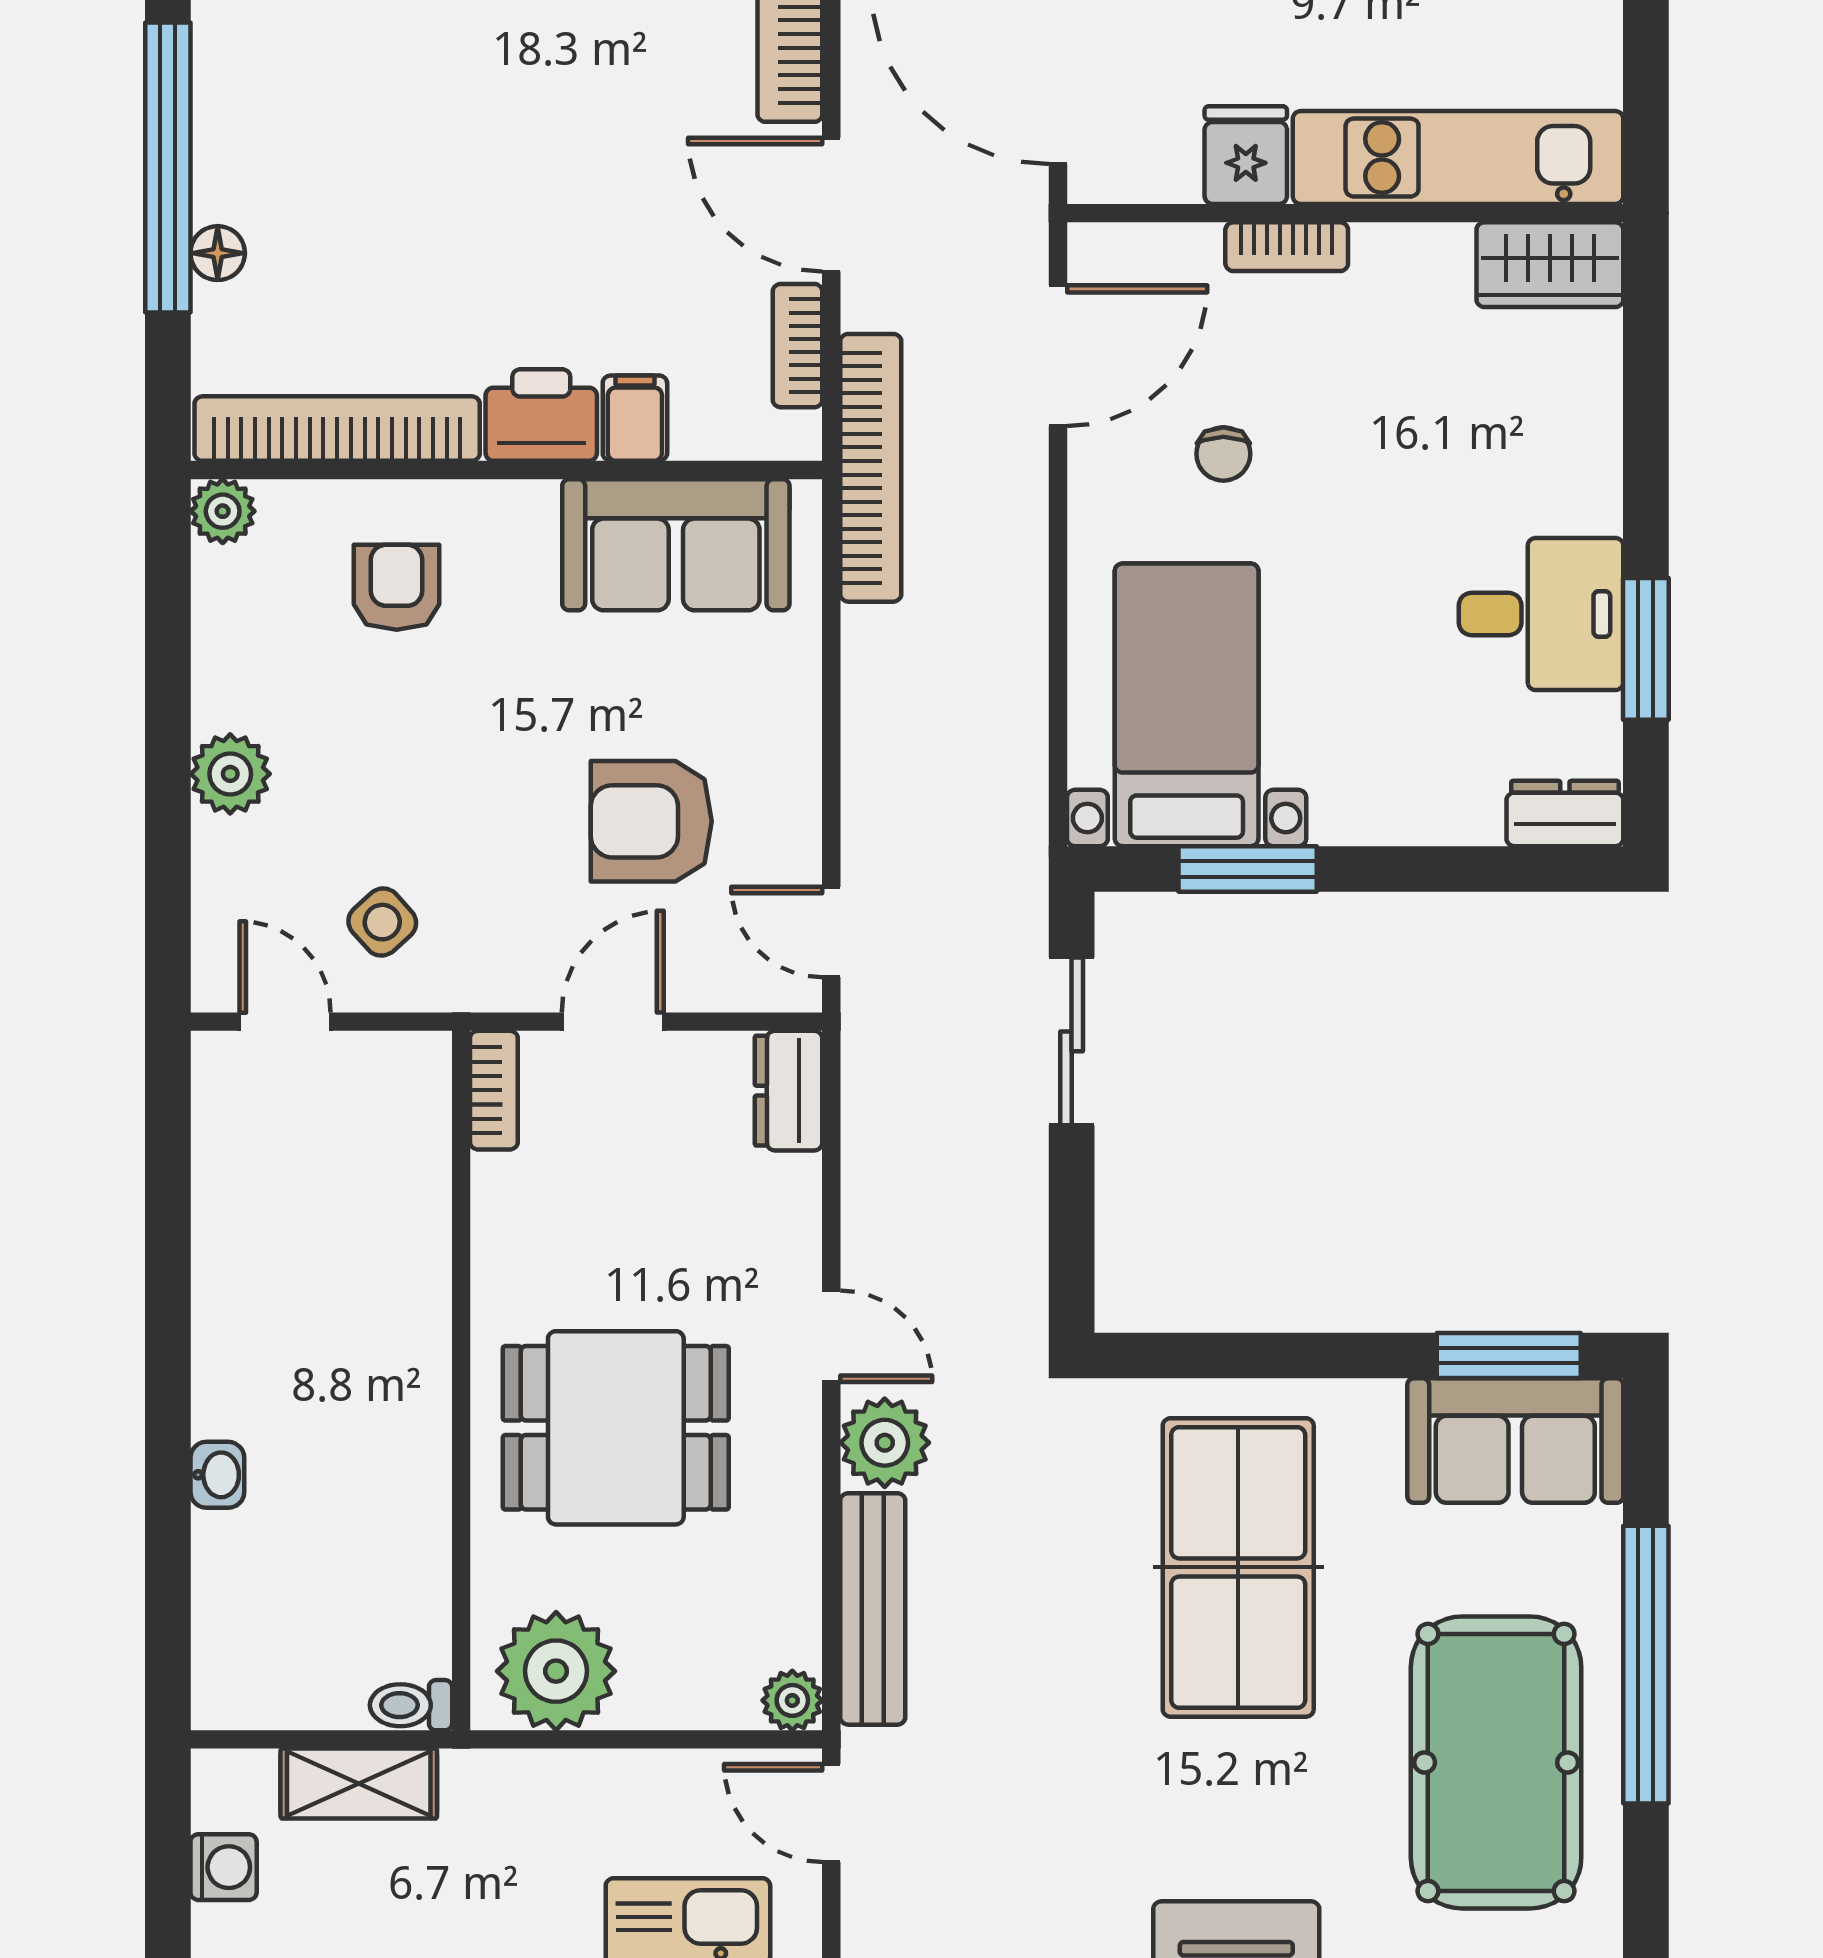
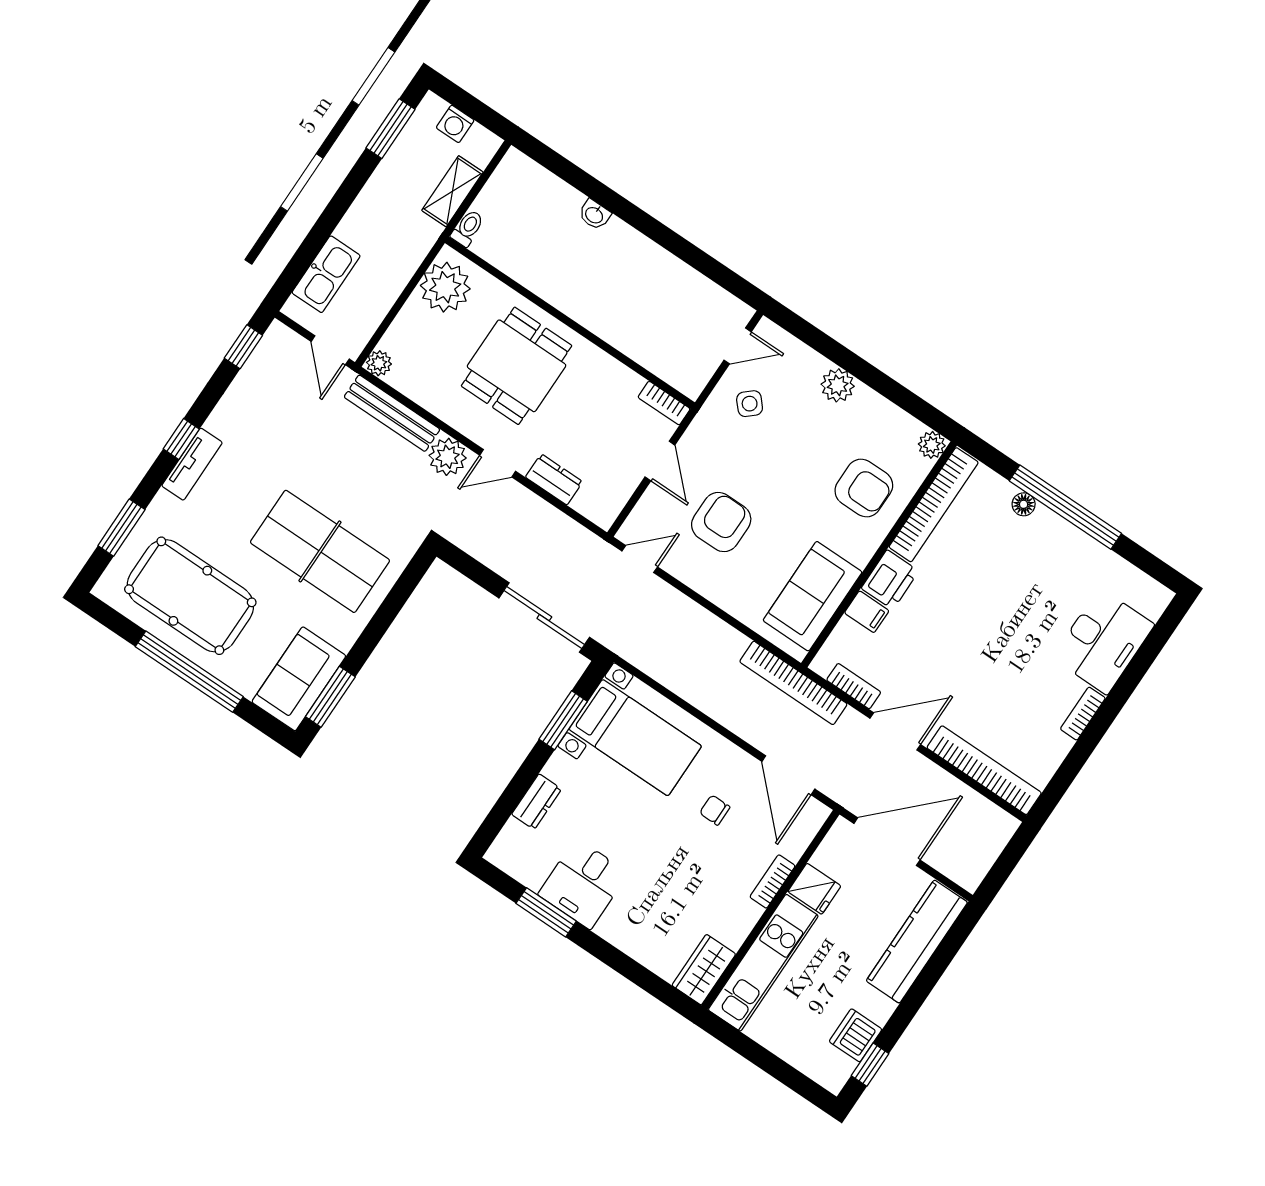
armchair: (397, 587) -> (864, 488), width x1.38, depth x1.38
dresser: (1565, 814) -> (537, 802), moved
sliding door: (1072, 1041) -> (544, 618), width x1.37
dresser: (789, 1091) -> (554, 479), moved
door: (831, 1813) -> (330, 350), swing flipped

